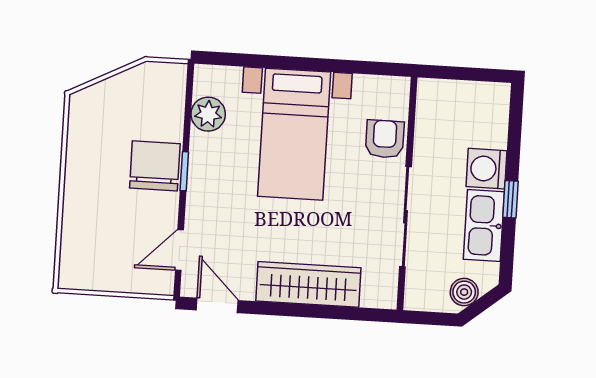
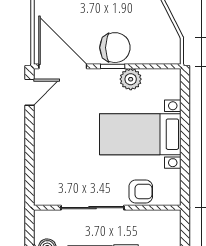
plant: (208, 114) -> (131, 79), moved
door: (179, 250) -> (63, 66), width x1.88
wardrobe: (308, 284) -> (46, 149), removed

